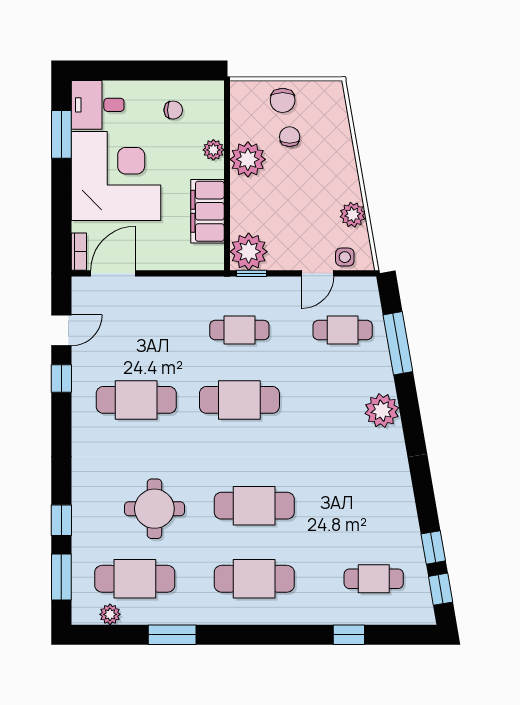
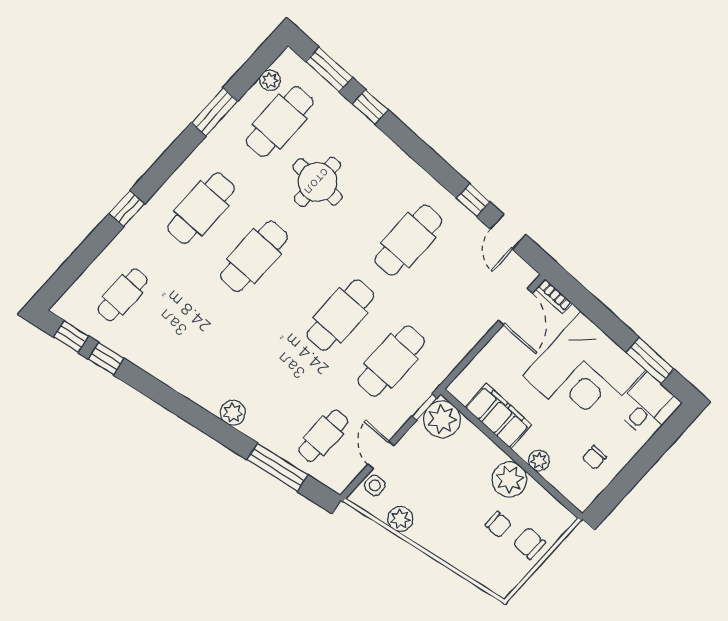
cafe table: (239, 330) -> (391, 361), width x1.37, depth x1.35
plant: (382, 411) -> (233, 413), width x0.73, depth x0.73
window: (349, 635) -> (127, 209), moved

